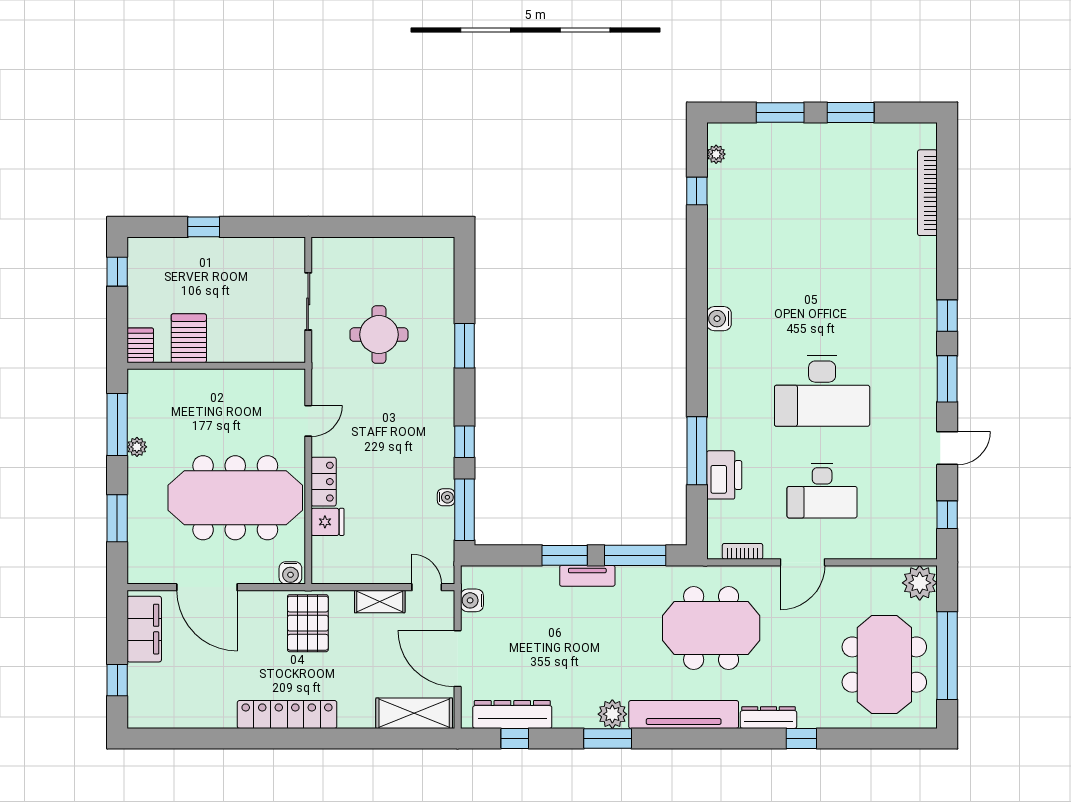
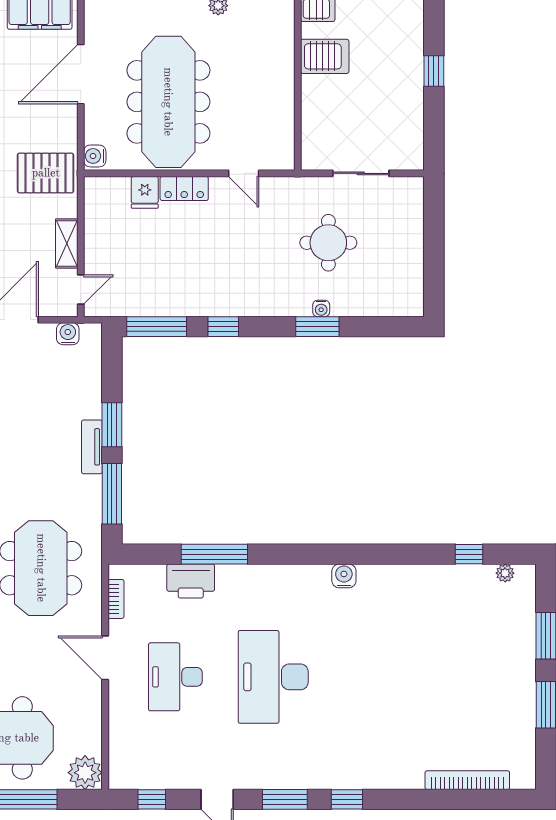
water cooler: (446, 497) -> (321, 308), moved

